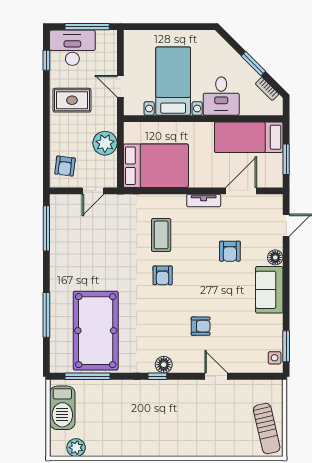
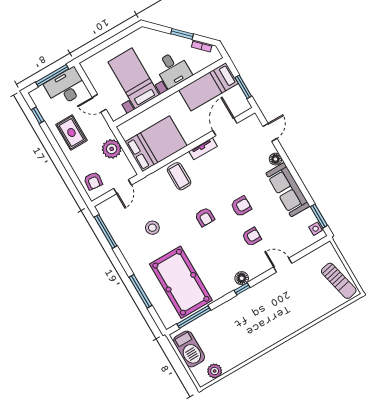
desk: (72, 48) -> (66, 87), moved
rug: (72, 100) -> (71, 132), turned 90
coffee table: (161, 235) -> (179, 176), moved
armchair: (230, 251) -> (241, 206), moved, turned -90
stool: (99, 254) -> (152, 228), added
sofa: (269, 290) -> (288, 190), width x1.36

